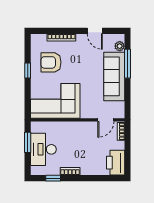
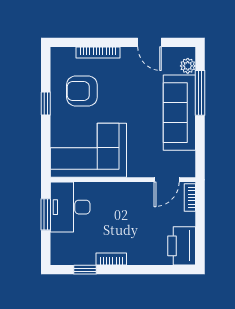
desk: (43, 149) -> (70, 207), moved

